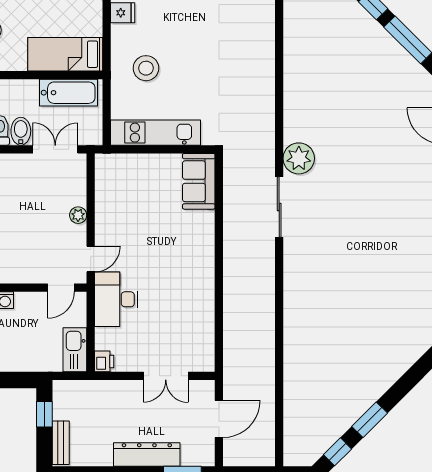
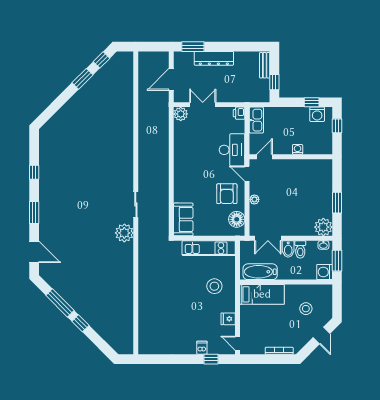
floor lamp: (108, 181) -> (237, 219), added
sliding door: (279, 207) -> (136, 204), width x0.73
armchair: (125, 225) -> (227, 194), added
door: (91, 259) -> (247, 174), hinge flipped
plant: (203, 360) -> (181, 114), added

